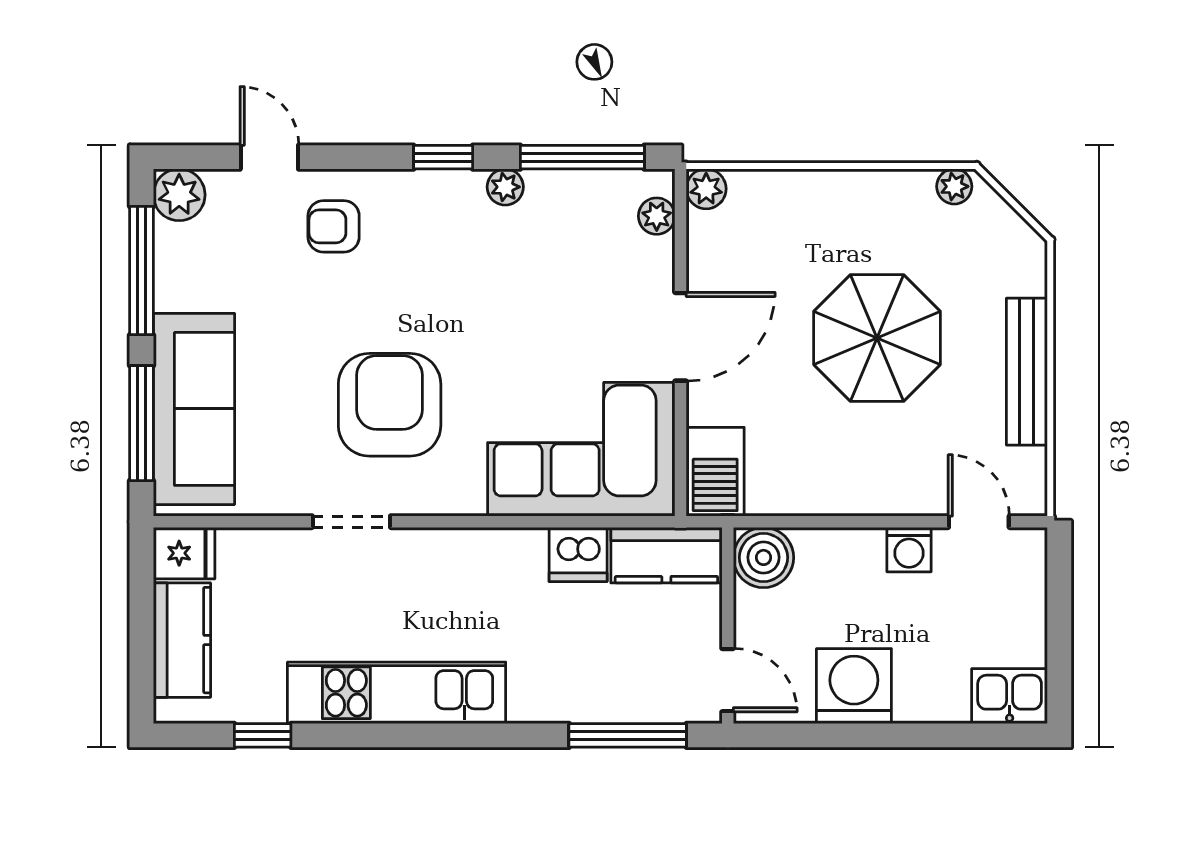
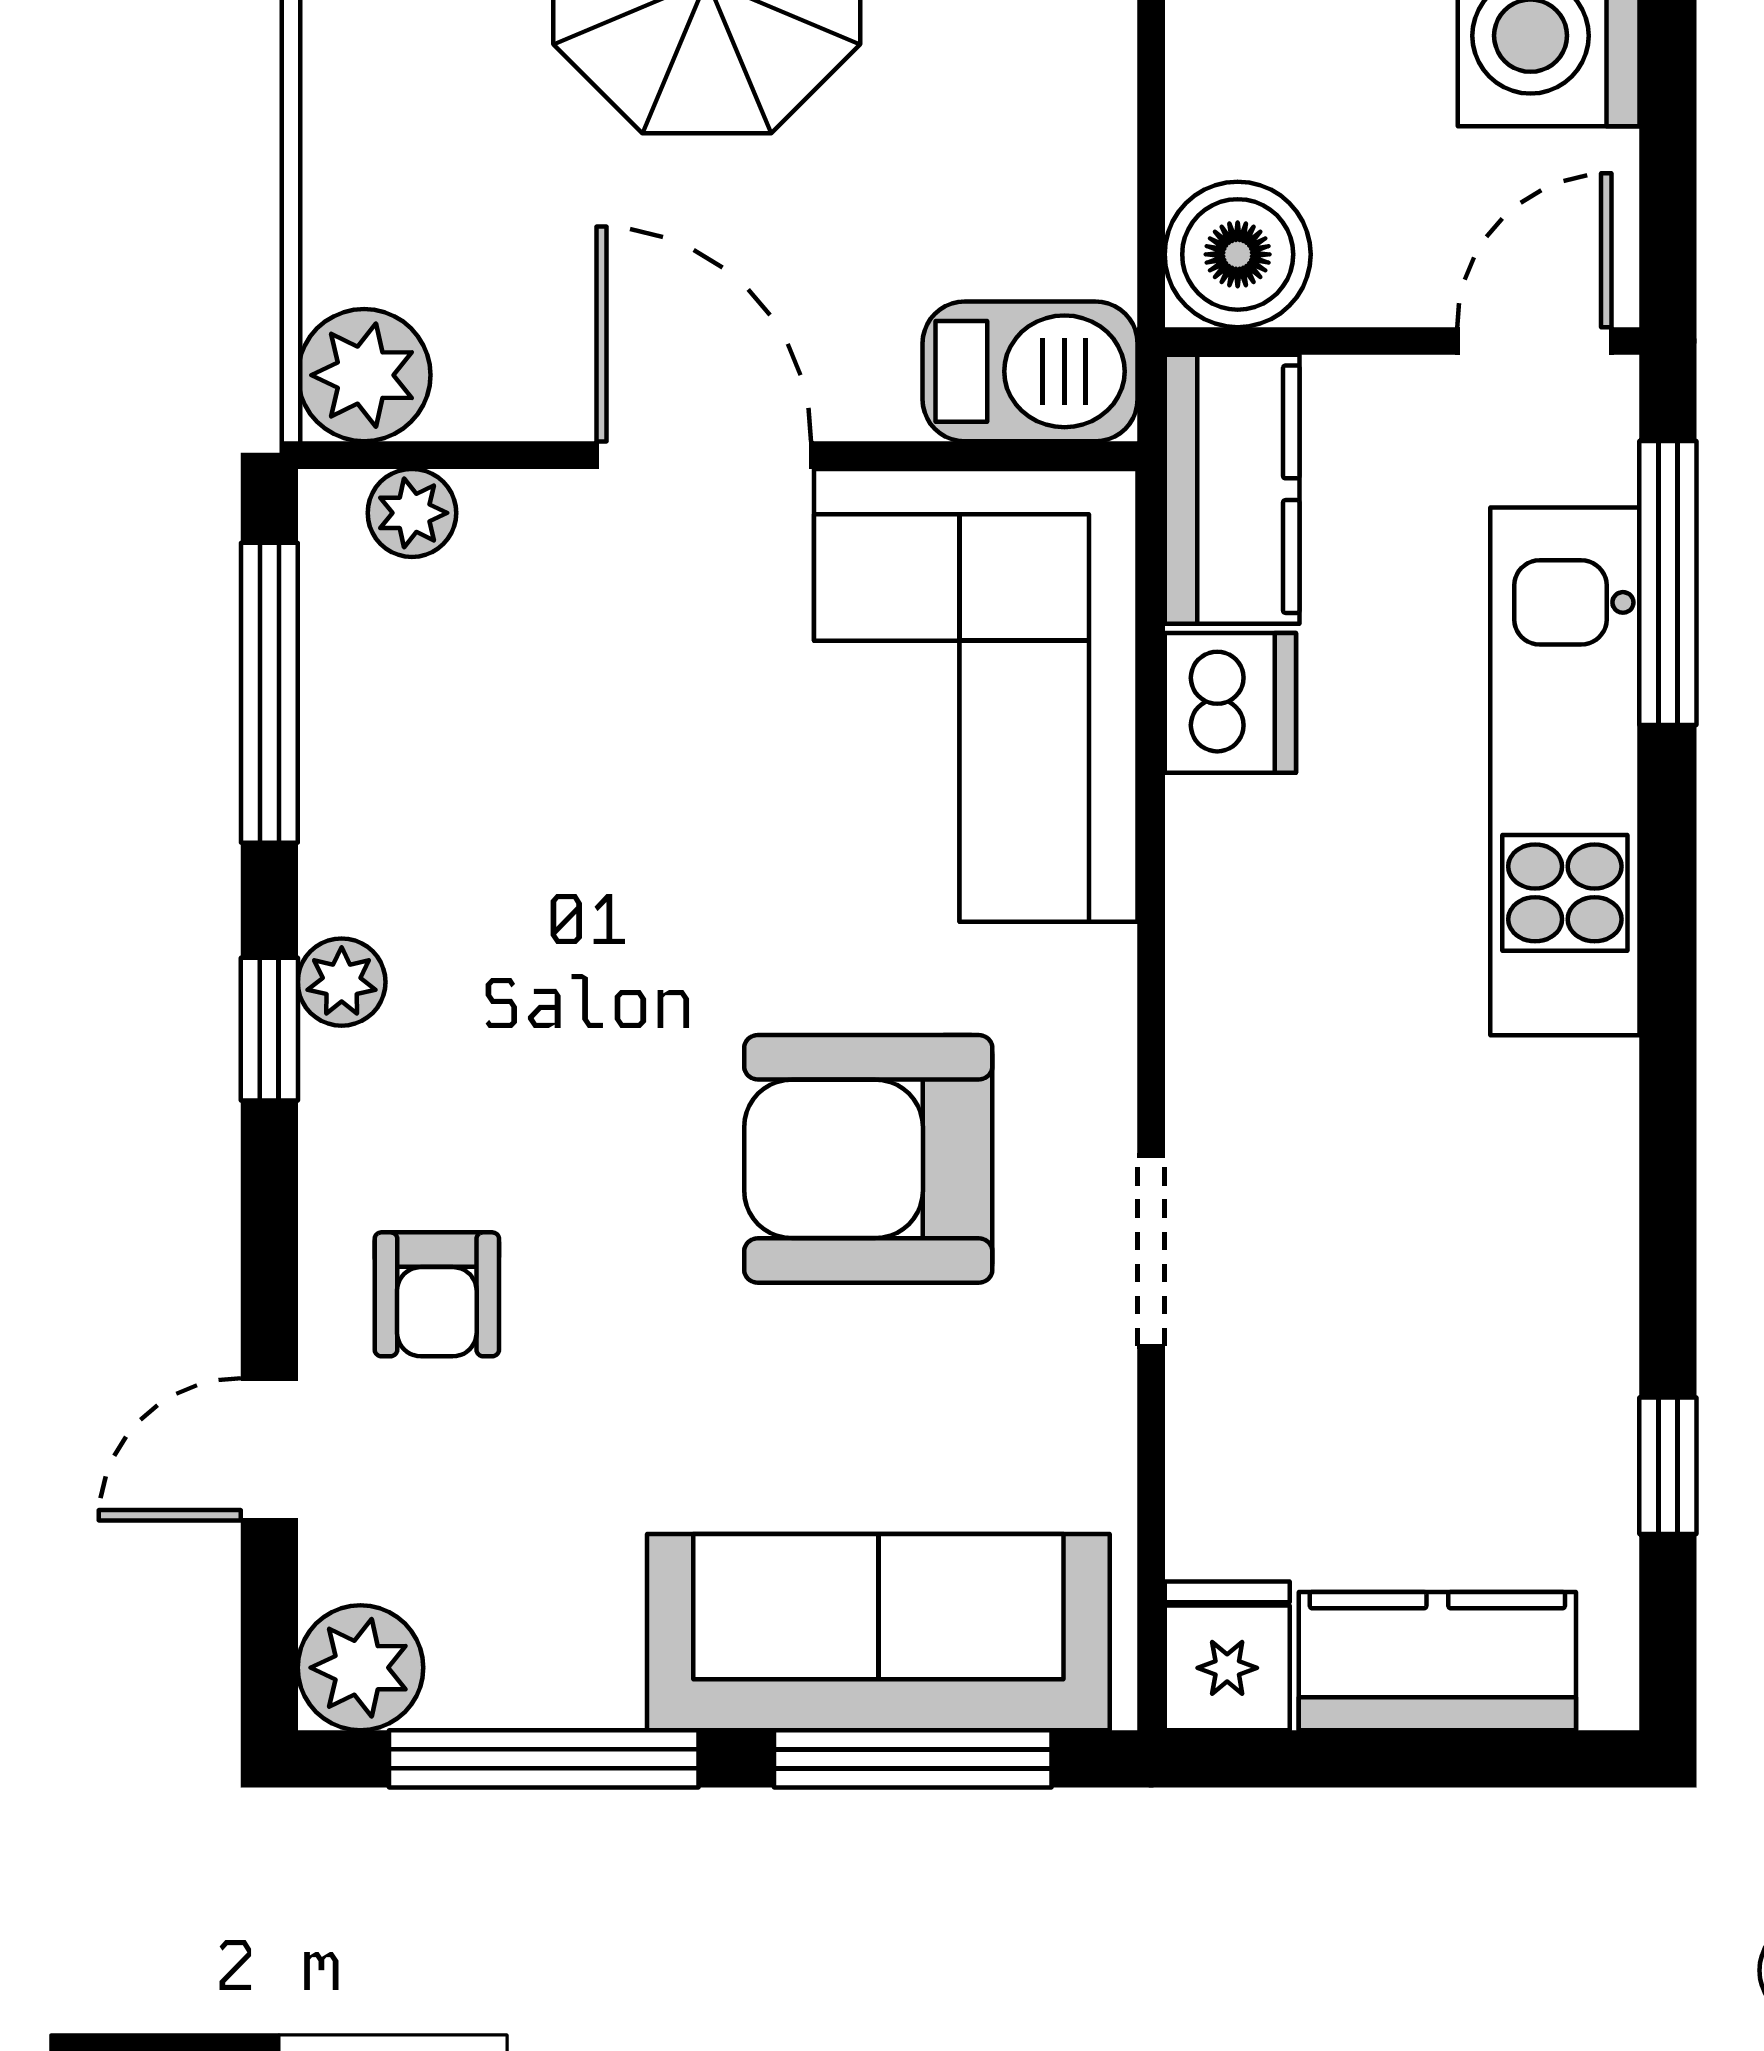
plant: (505, 187) -> (342, 982), moved
plant: (706, 189) -> (364, 375), width x1.38, depth x1.38
kitchen unit: (397, 693) -> (1565, 771), moved

